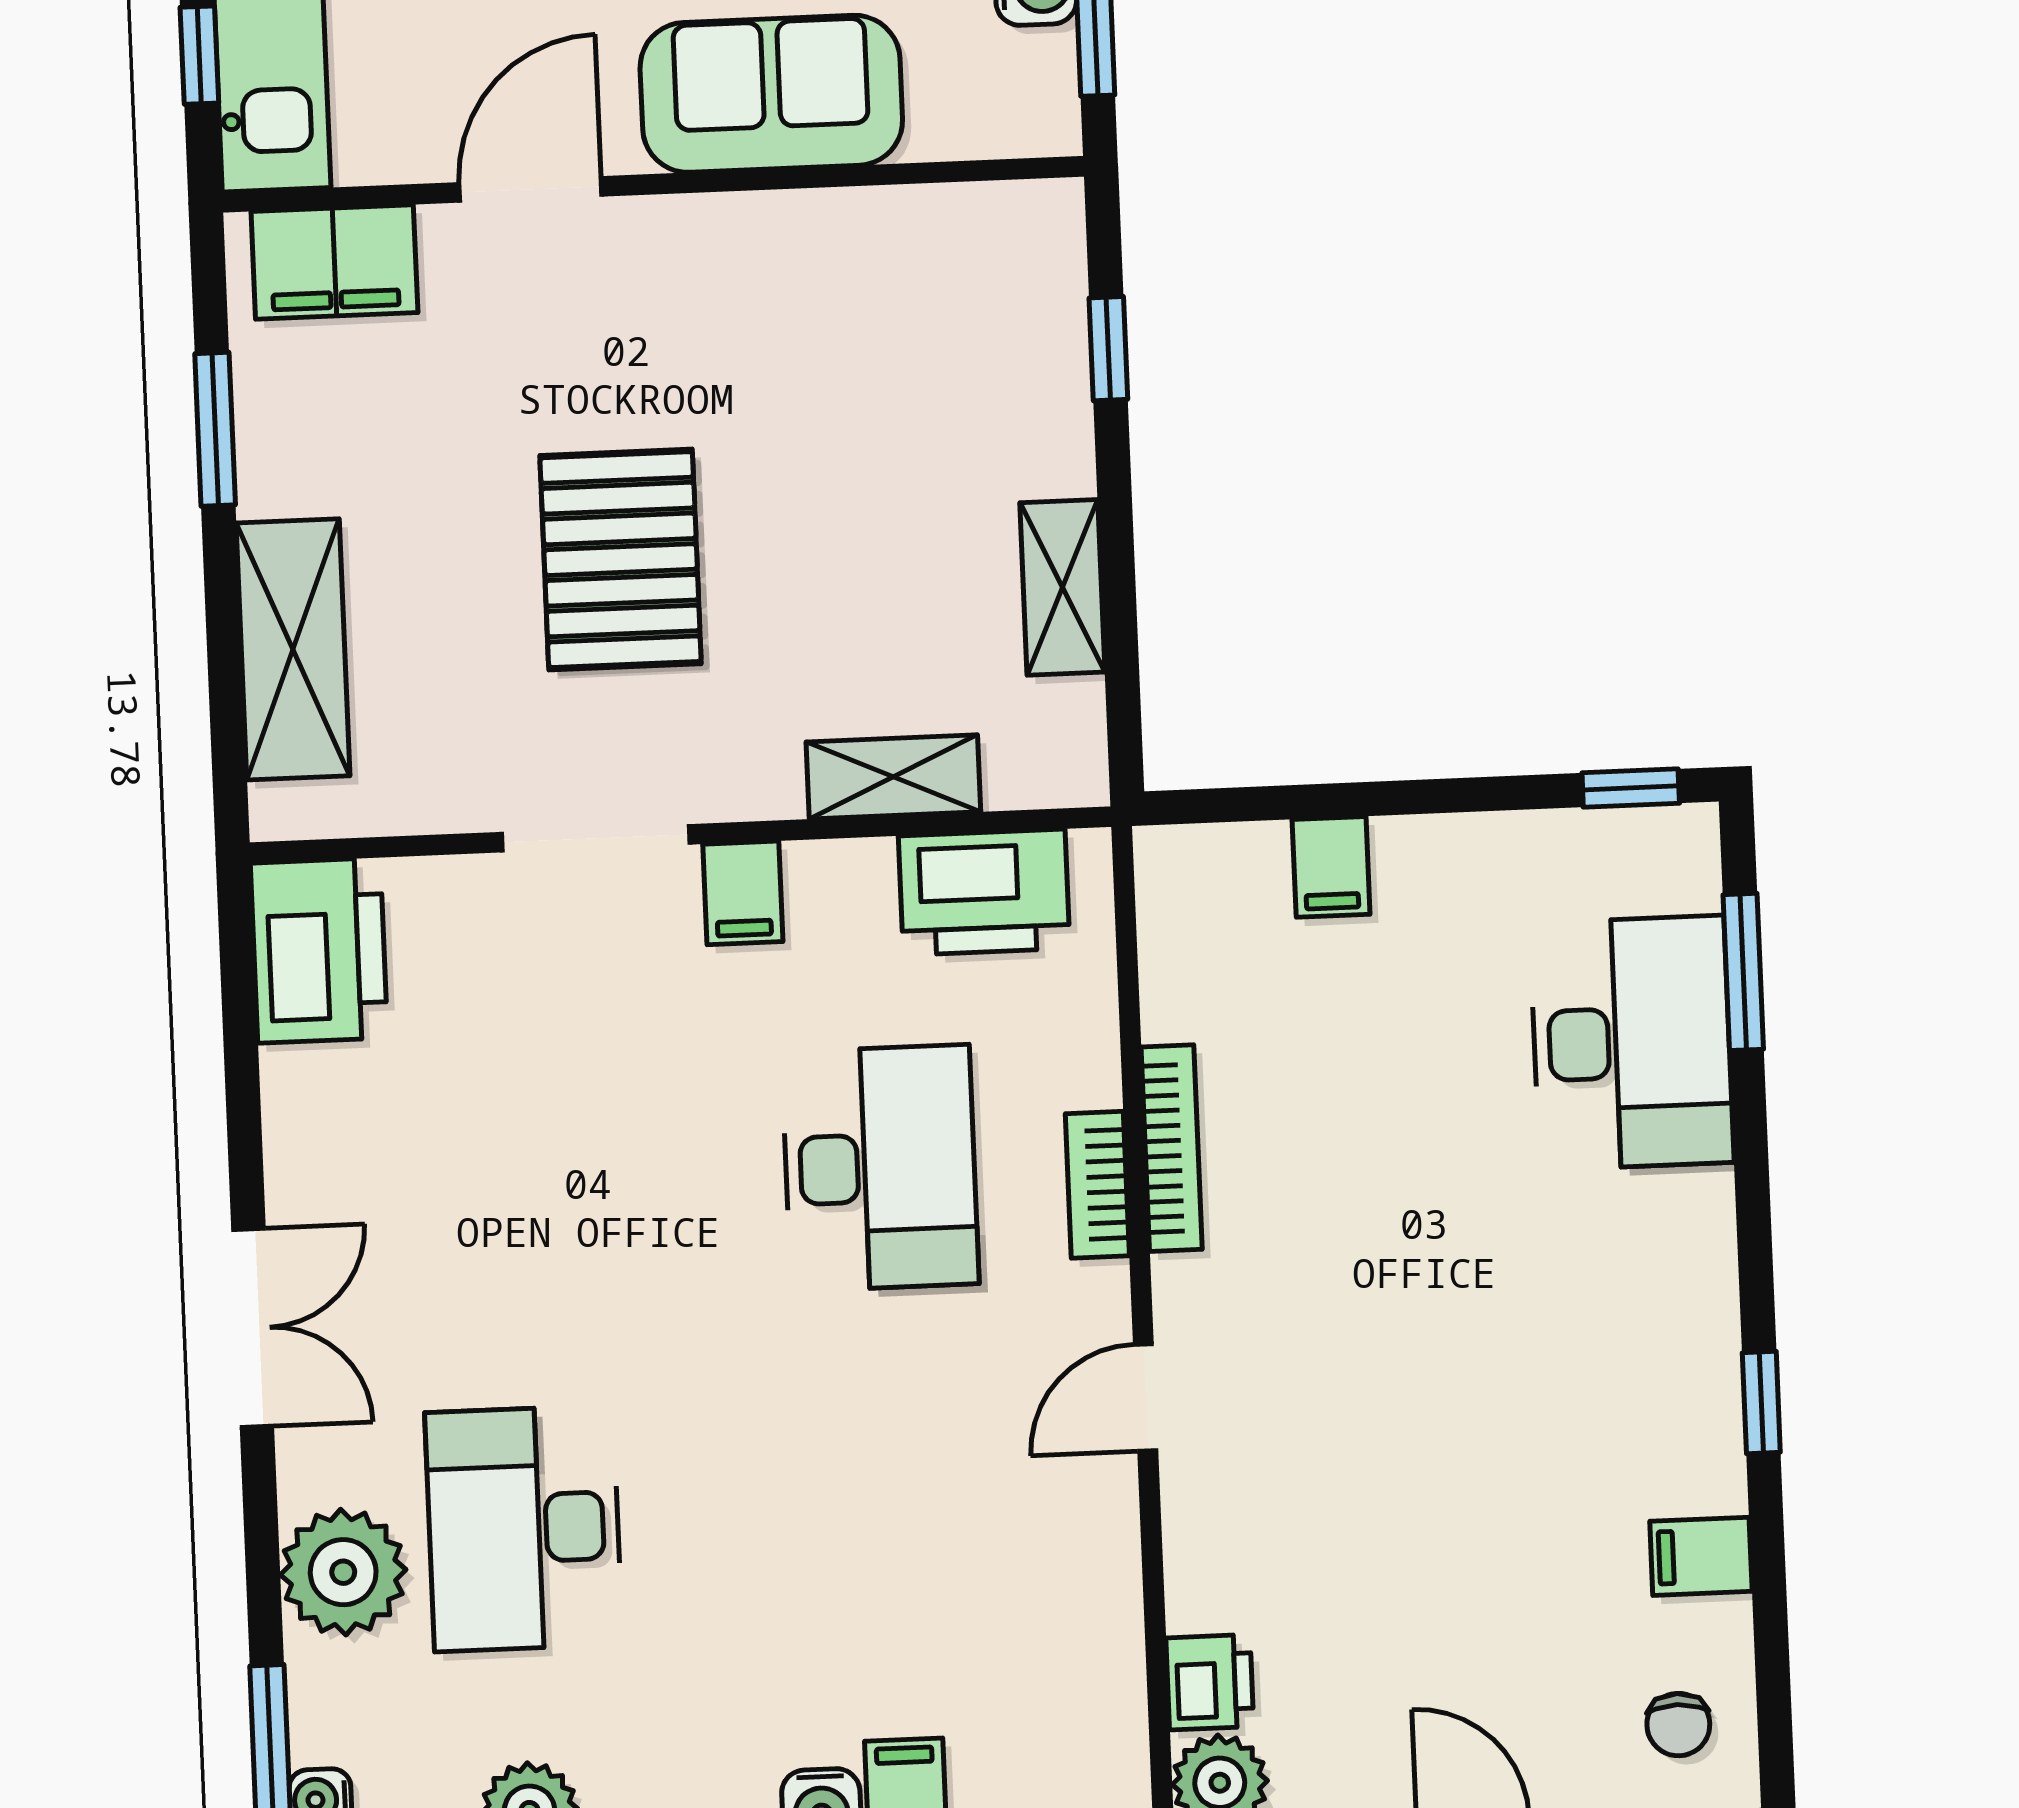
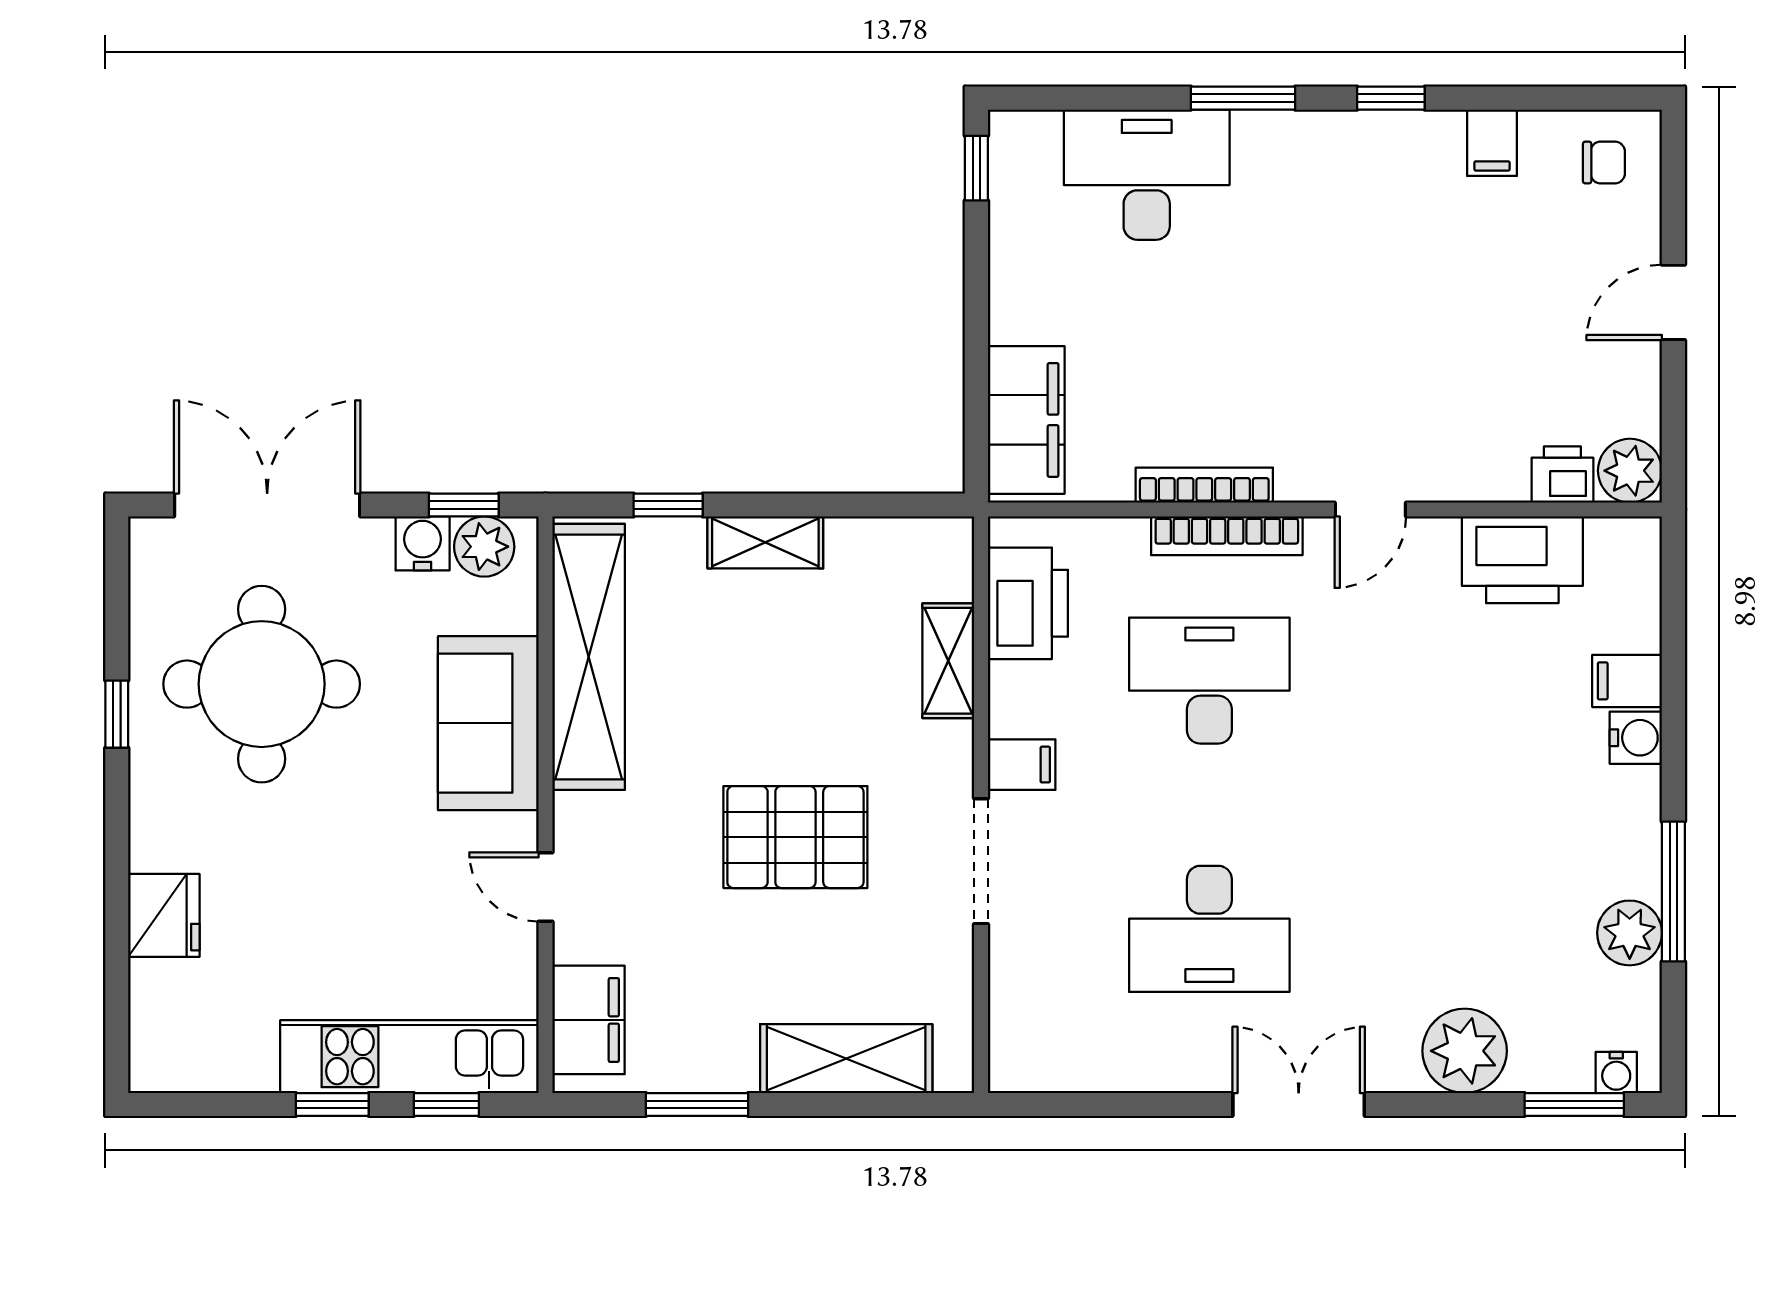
plant: (1035, 77) -> (484, 547), added
door: (530, 189) -> (545, 887), width x0.73
shelving: (877, 239) -> (589, 657), added
shelving: (1062, 587) -> (765, 542), moved
filing cabinet: (1331, 867) -> (1026, 420), width x3.00, depth x1.17
printer: (319, 950) -> (1522, 560), moved, turned 180
window: (1743, 972) -> (1243, 98), moved
bookcase: (1097, 1185) -> (1227, 536), width x1.56
door: (1146, 1398) -> (1370, 510), hinge flipped
desk: (524, 1528) -> (1209, 929), moved

